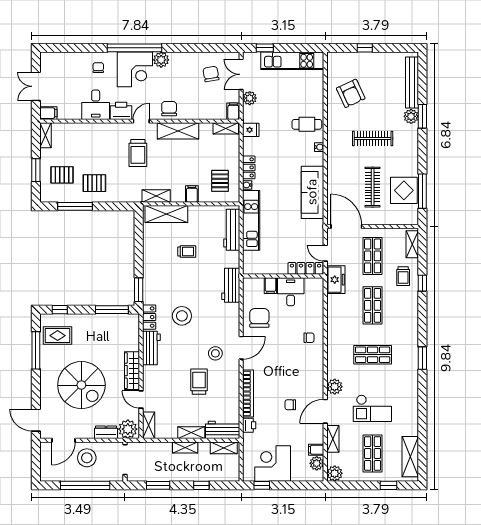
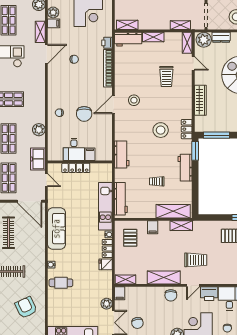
fridge: (251, 130) -> (106, 264), moved
trolley: (138, 153) -> (196, 260), turned 90
locker: (306, 268) -> (76, 168), moved
chair: (259, 318) -> (84, 114), moved
workbench: (151, 348) -> (185, 168), moved
wardrobe: (132, 371) -> (200, 100), moved
trolley: (199, 382) -> (166, 76), moved
plant: (335, 387) -> (39, 130), moved
shelving: (185, 447) -> (180, 25), moved

